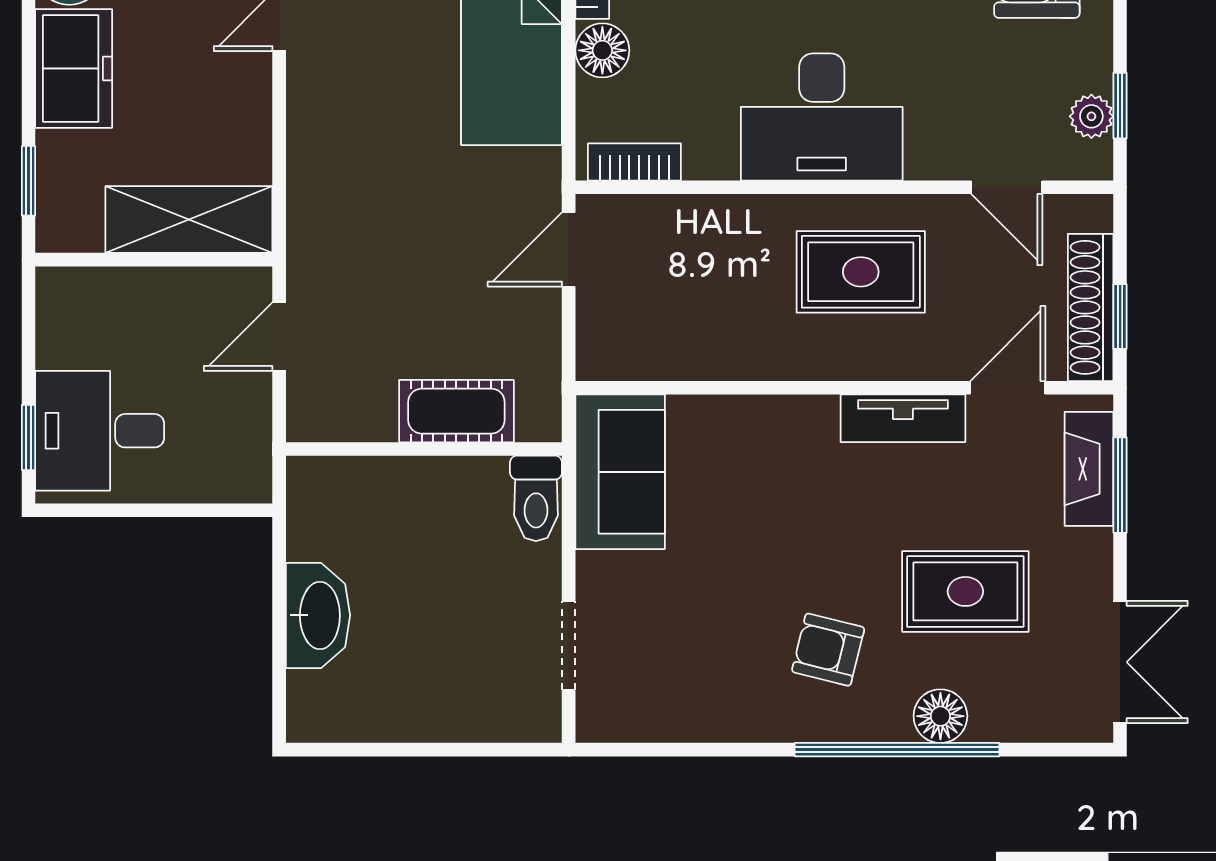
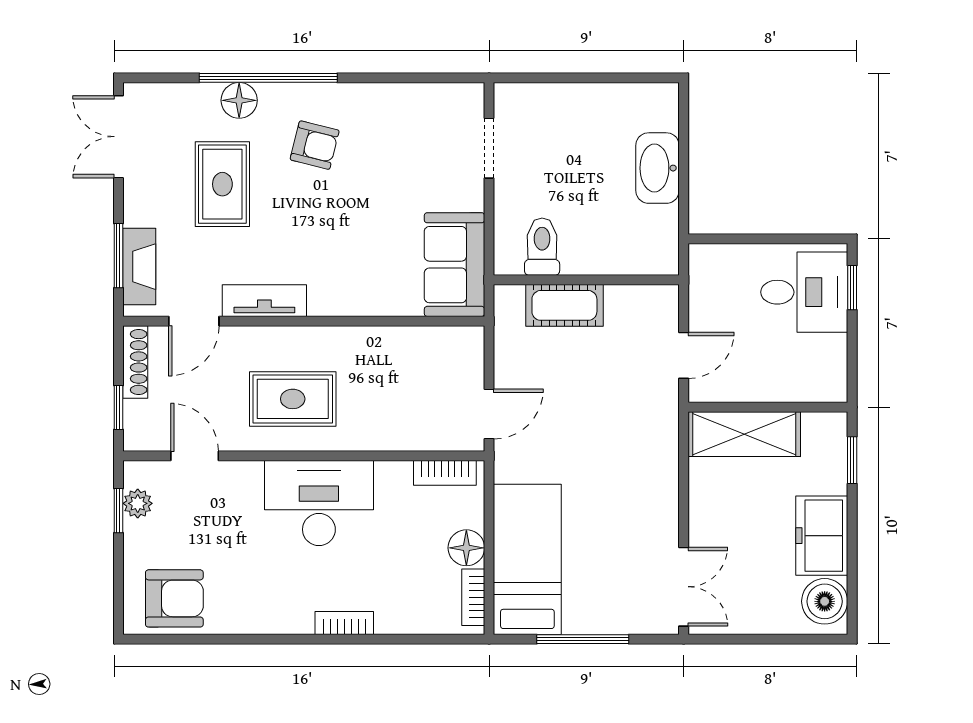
shoe rack: (1091, 307) -> (135, 362), width x0.74, depth x0.81
window: (1120, 316) -> (118, 407), moved
toilet: (536, 498) -> (542, 247), moved
rug: (965, 591) -> (222, 184), turned 90

